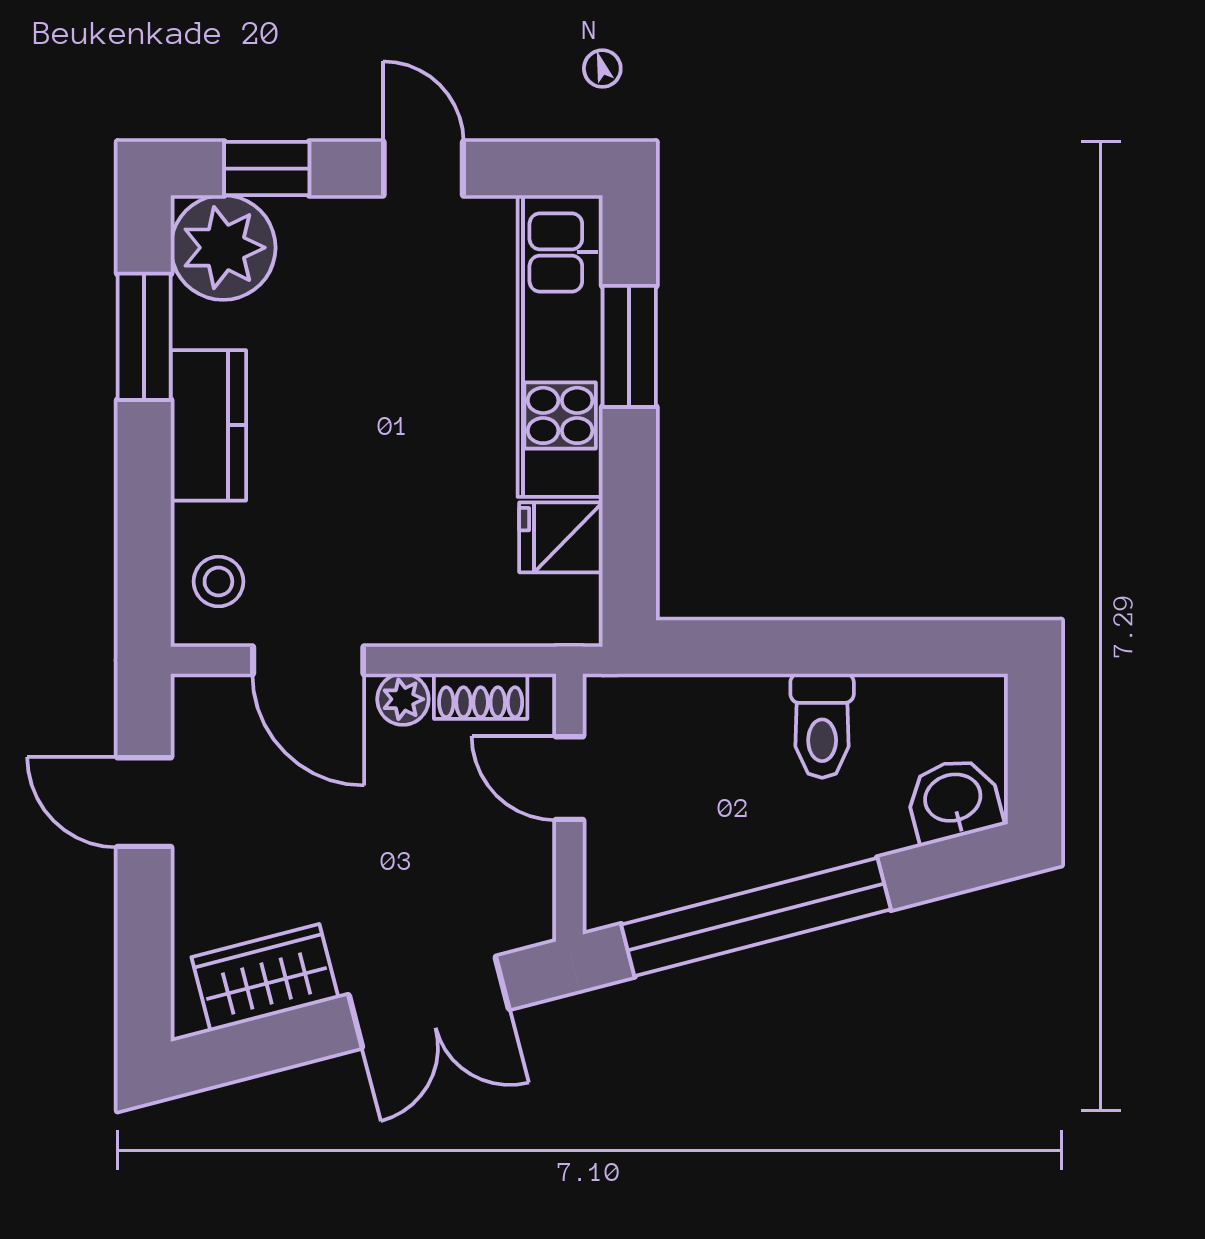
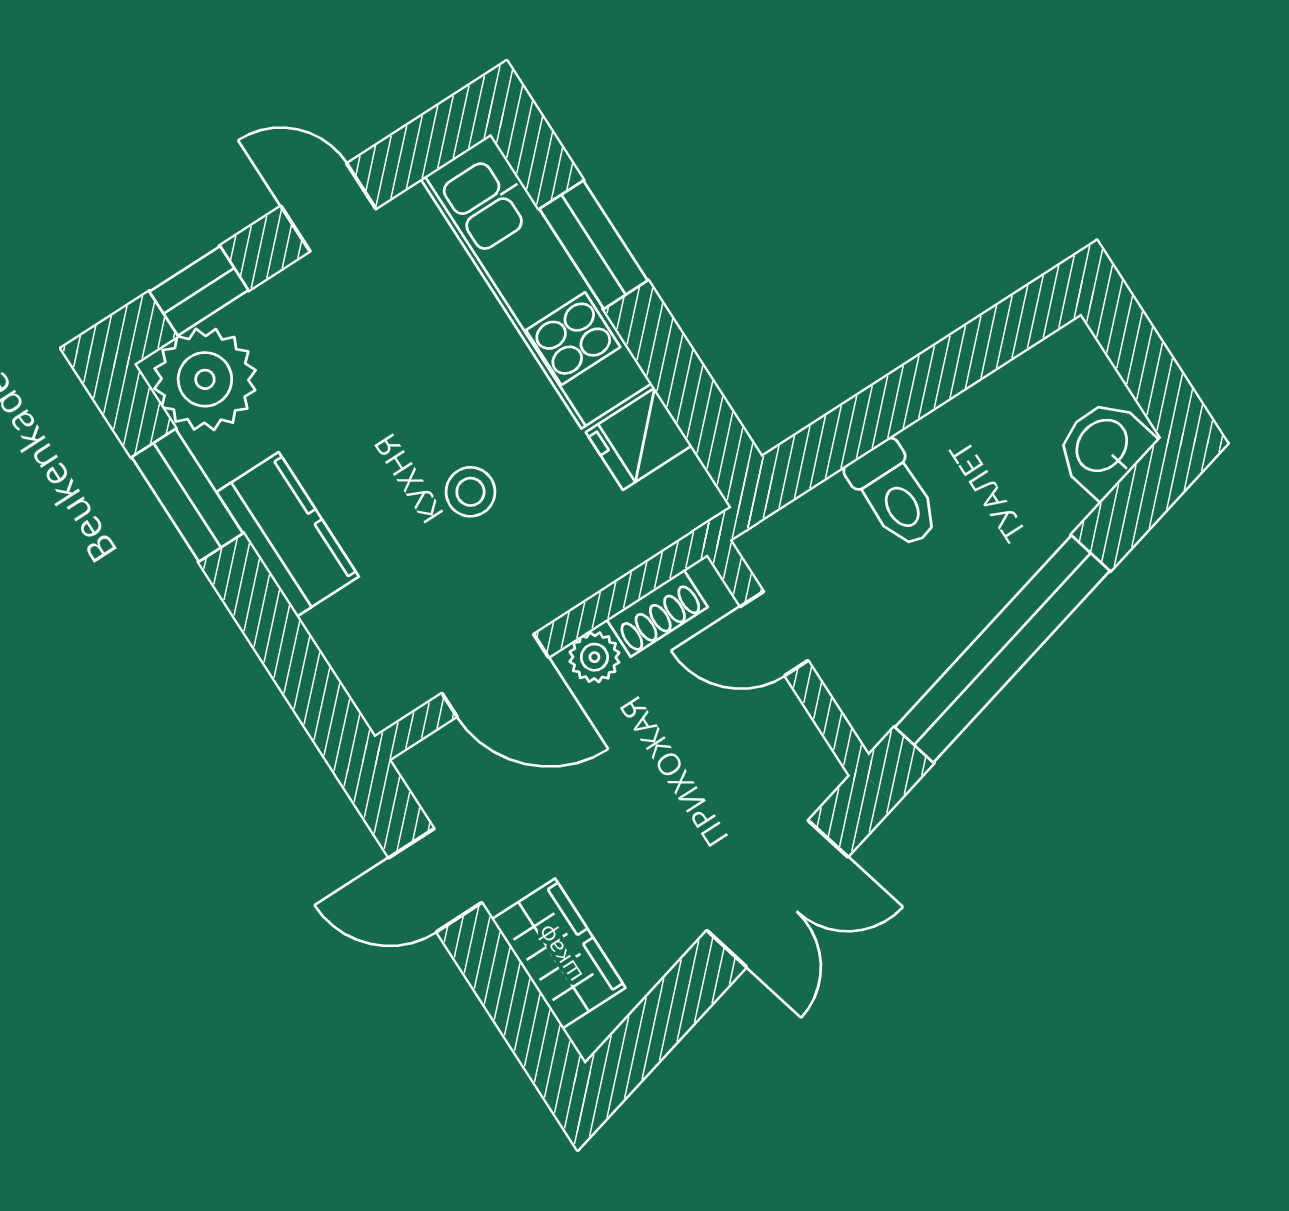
stool: (218, 581) -> (470, 492), moved
toilet: (822, 726) -> (894, 495), moved
wardrobe: (265, 978) -> (559, 954), moved, turned 105

